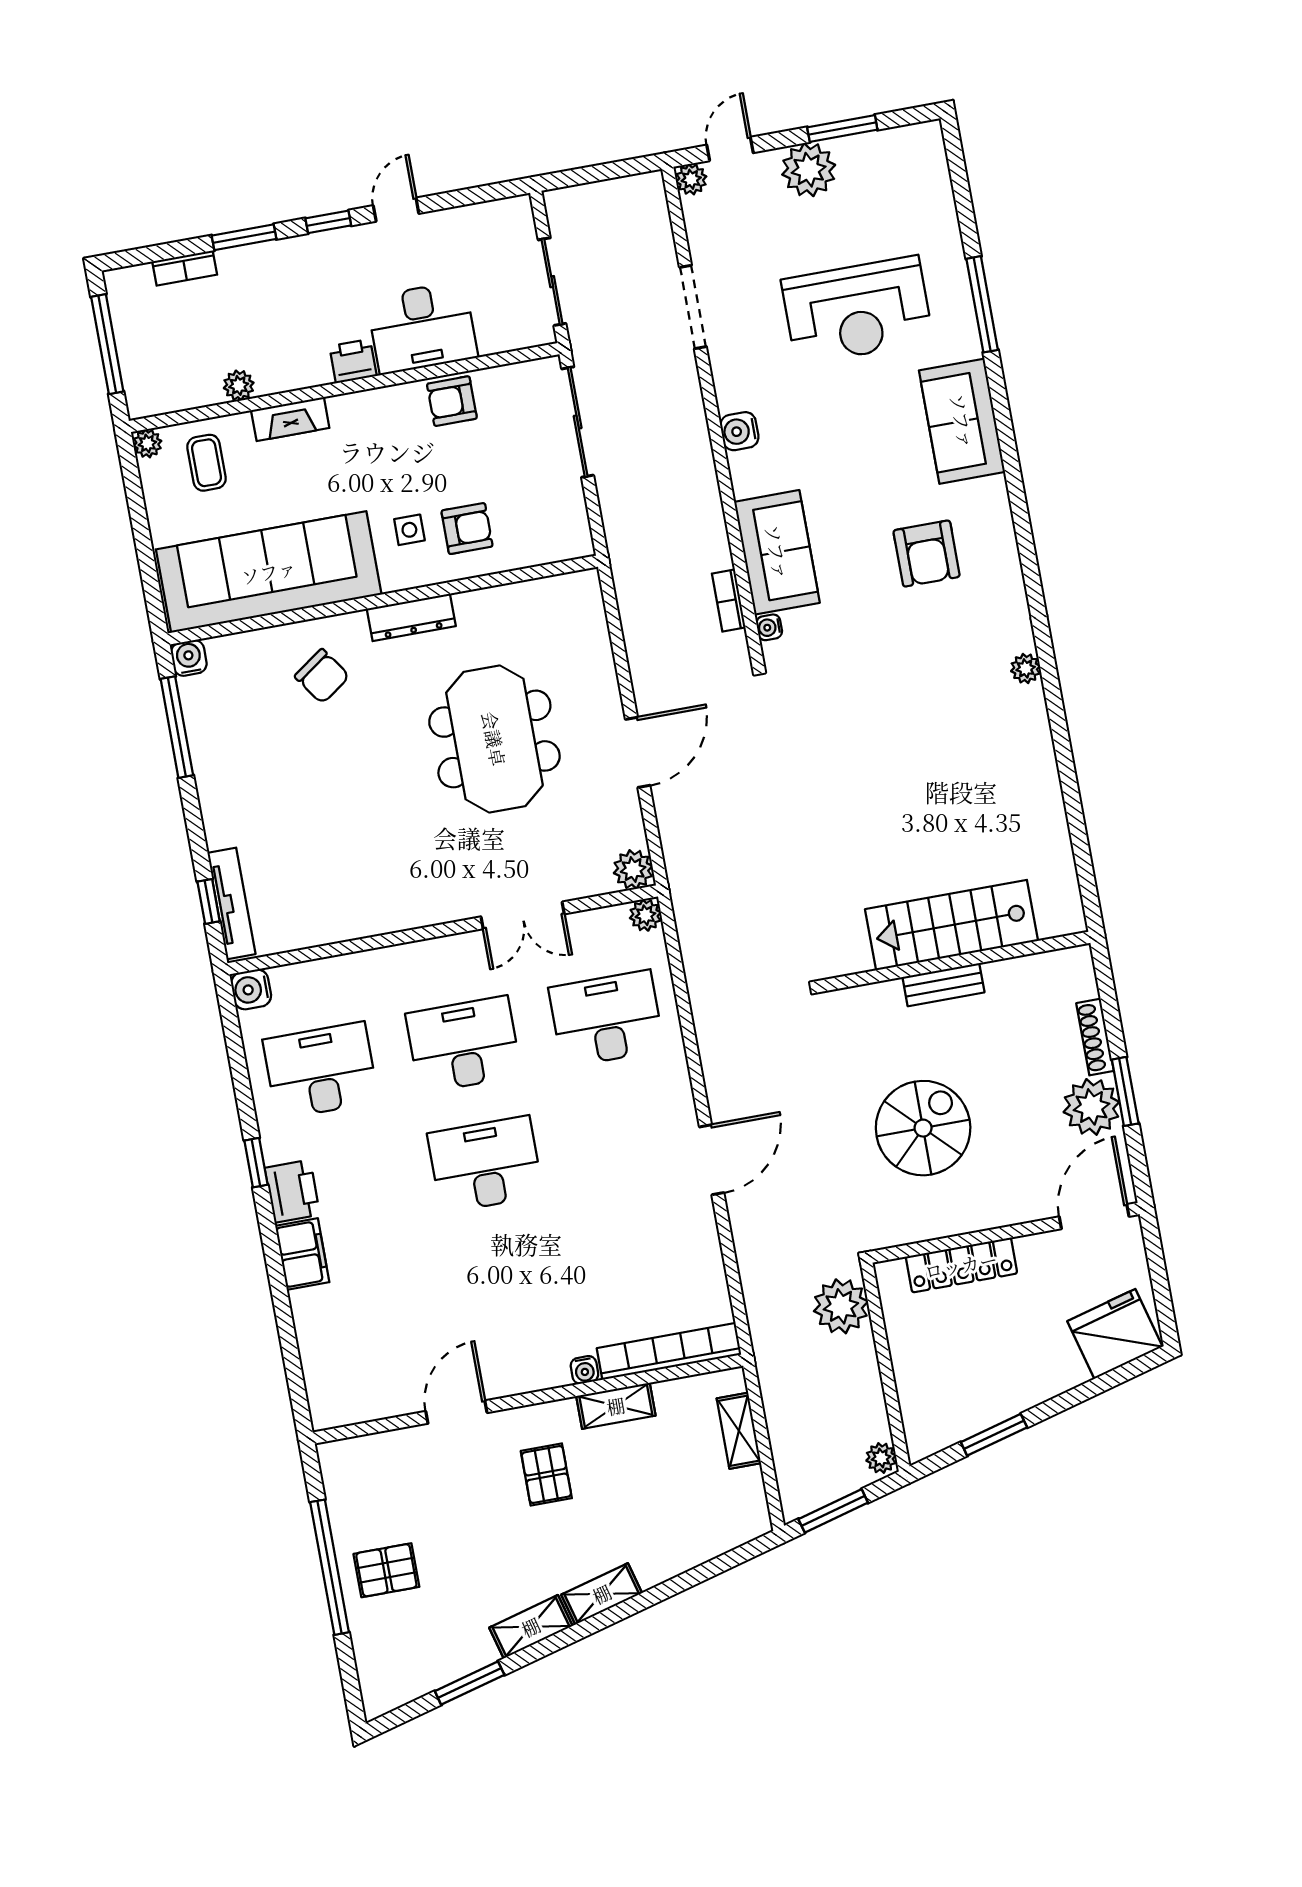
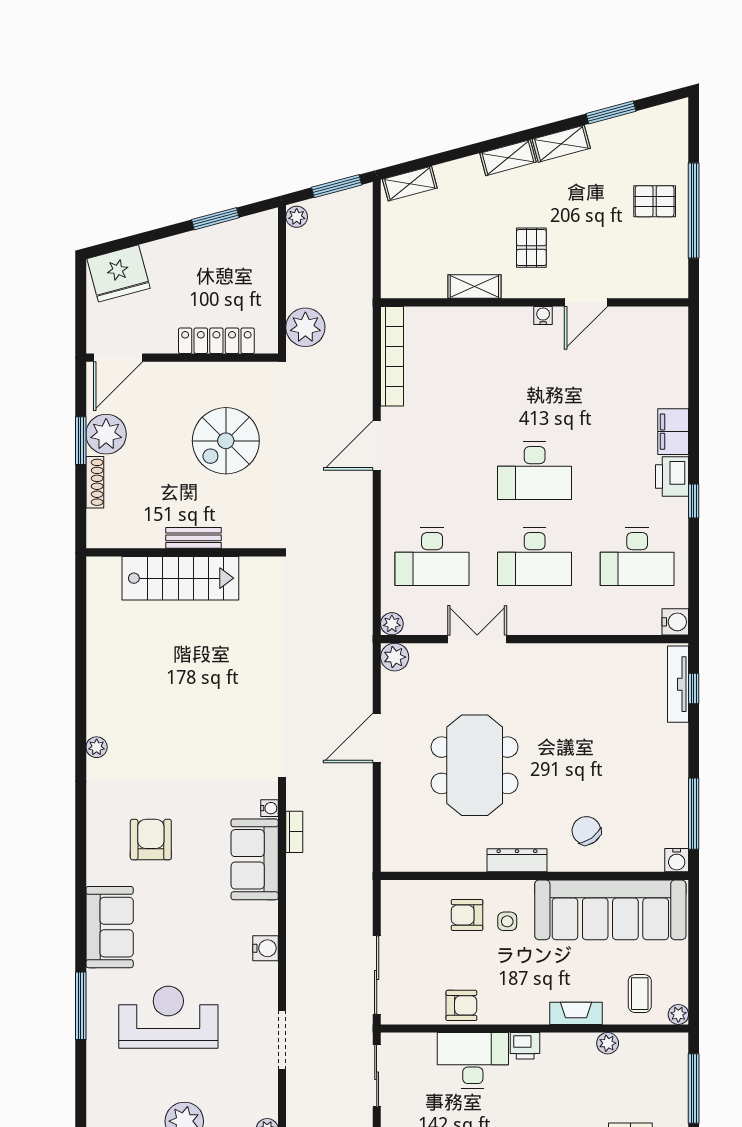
bookcase: (669, 1351) -> (392, 356), moved, turned -90
water cooler: (584, 1370) -> (543, 315), moved
shelving: (739, 1431) -> (410, 184), moved, turned 75

